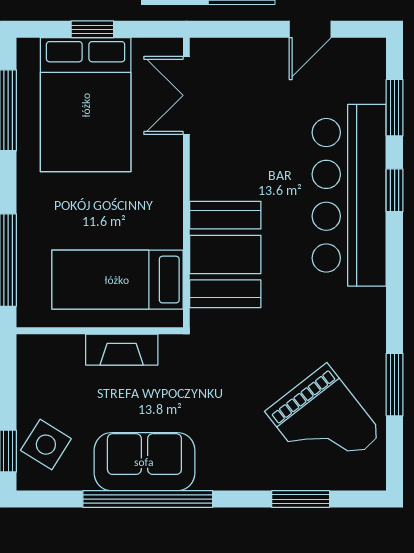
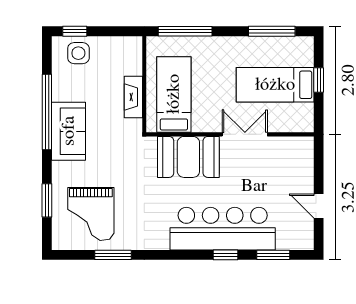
double door: (186, 95) -> (245, 134), moved
bed: (86, 105) -> (275, 85), width x0.67
grand piano: (324, 423) -> (91, 214), turned -52
side table: (46, 445) -> (78, 53), turned -32
sofa: (144, 462) -> (69, 131), moved

